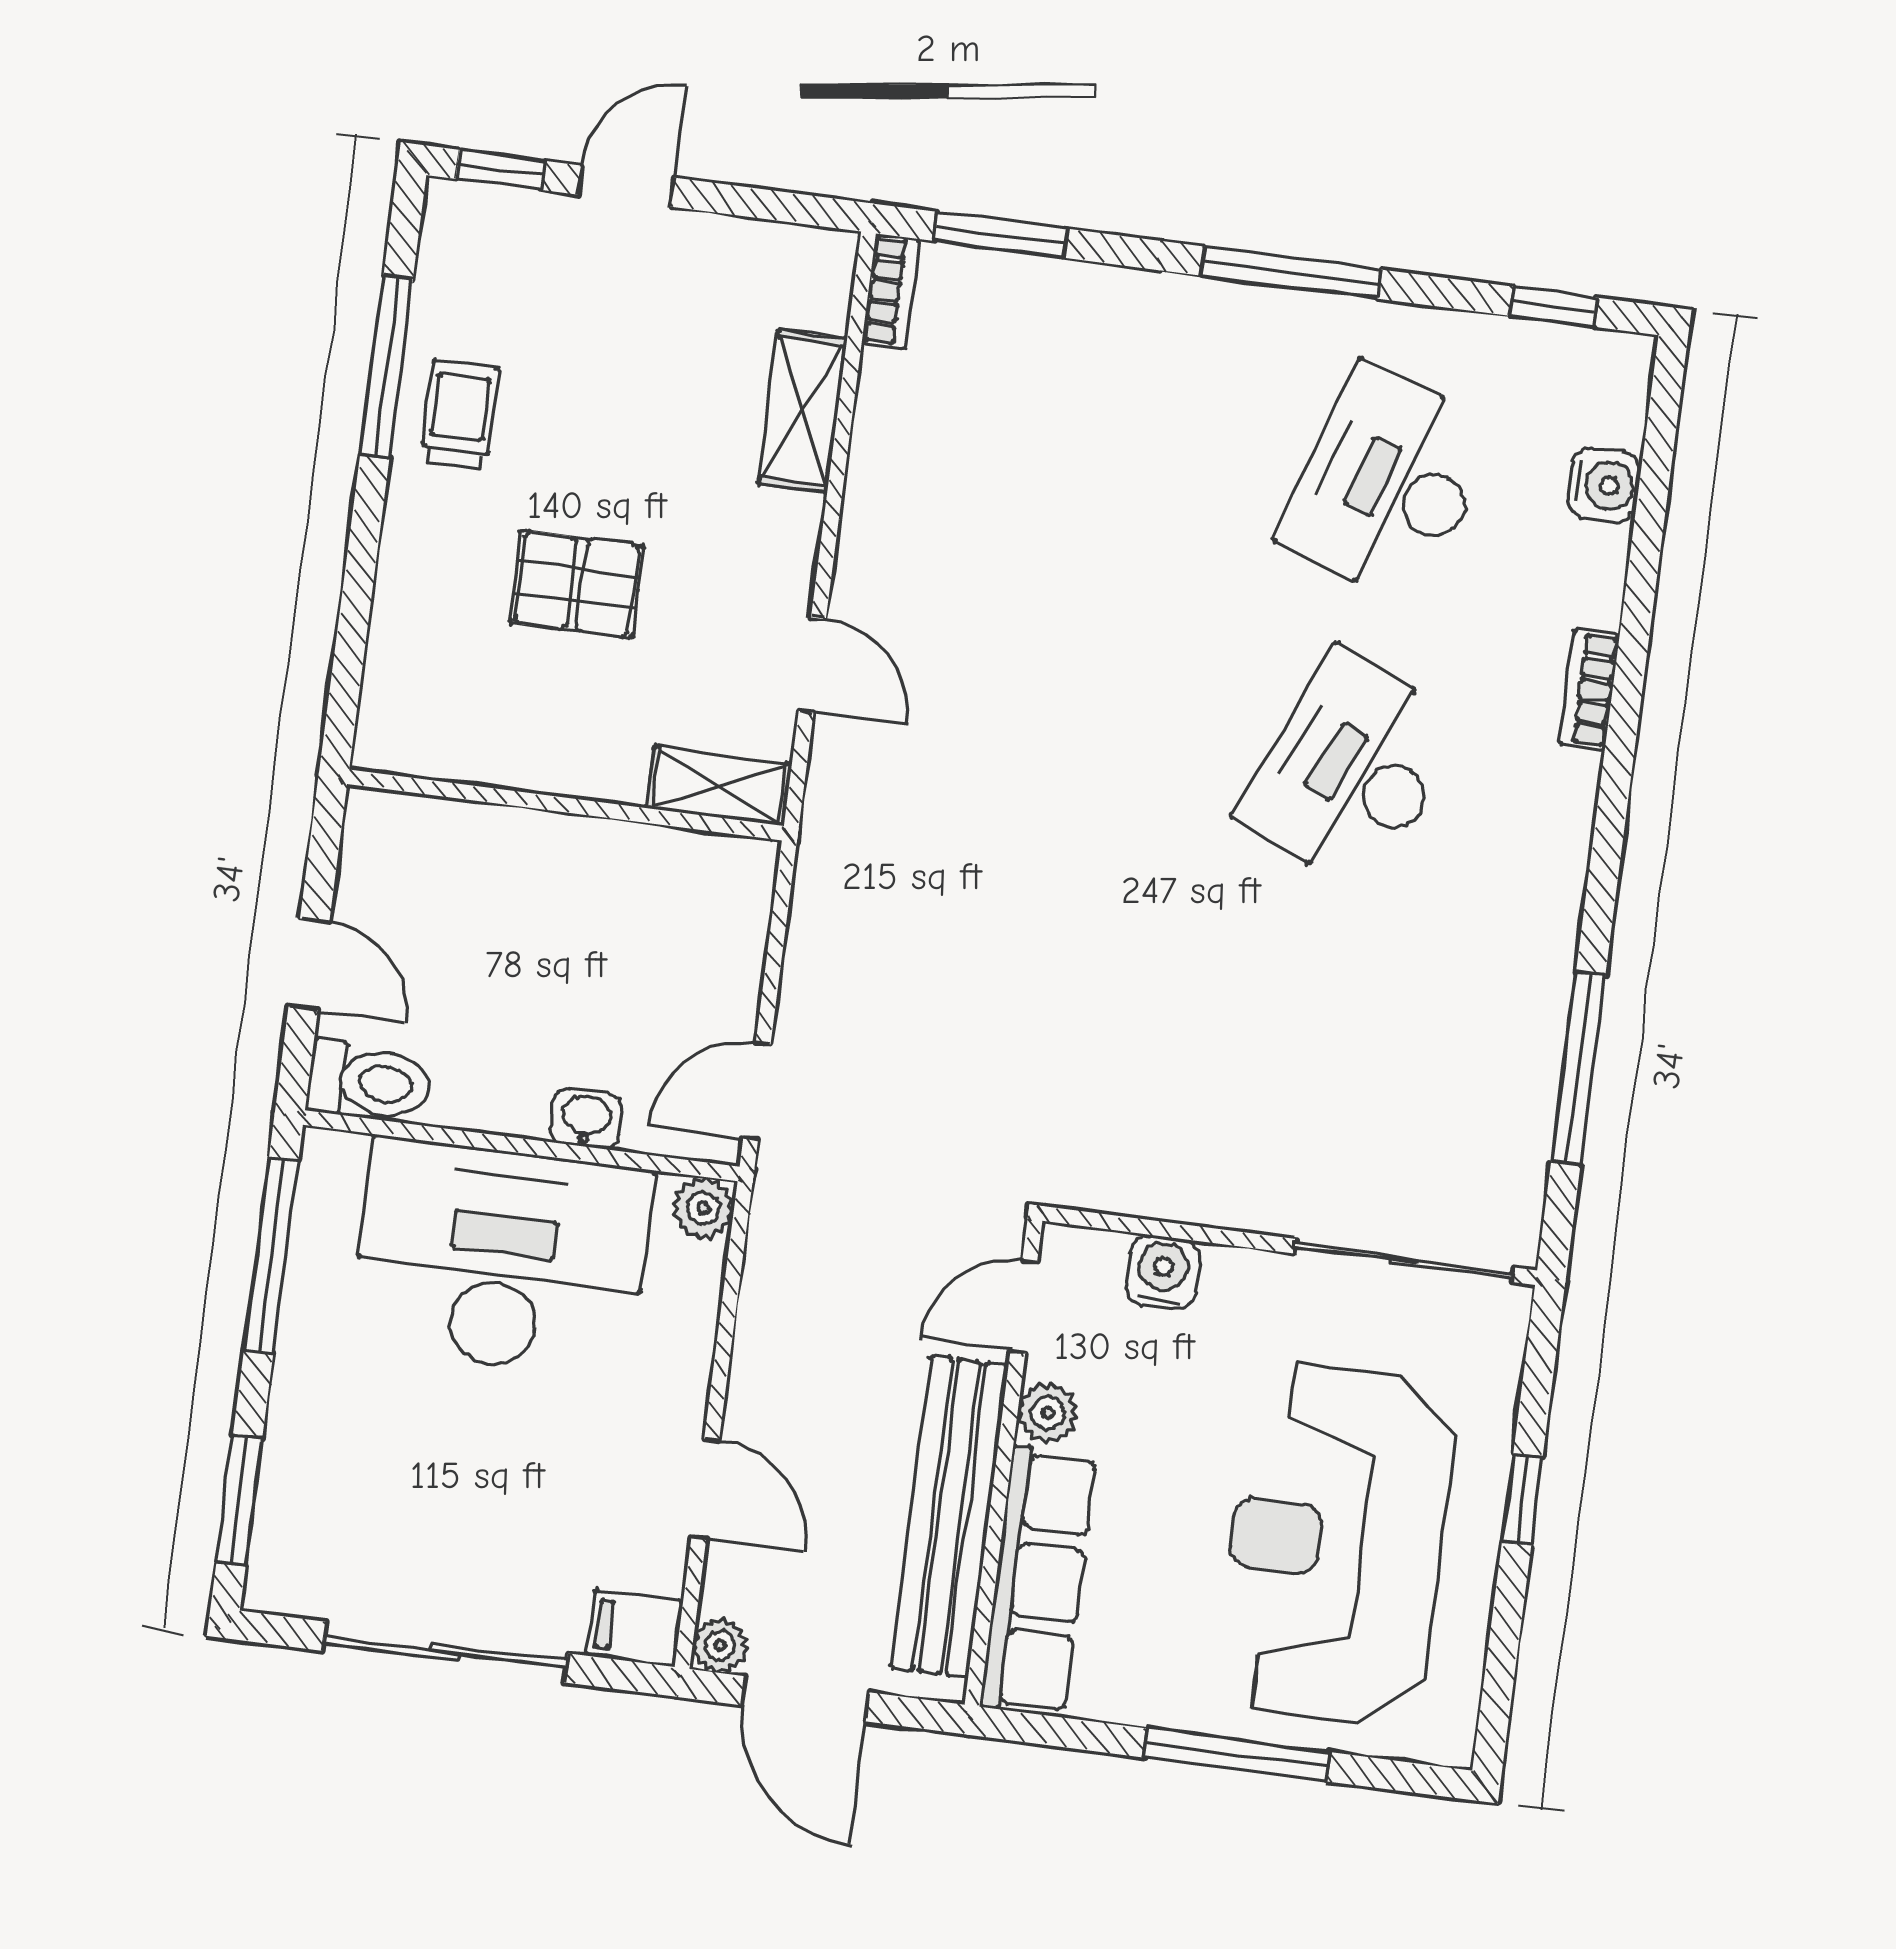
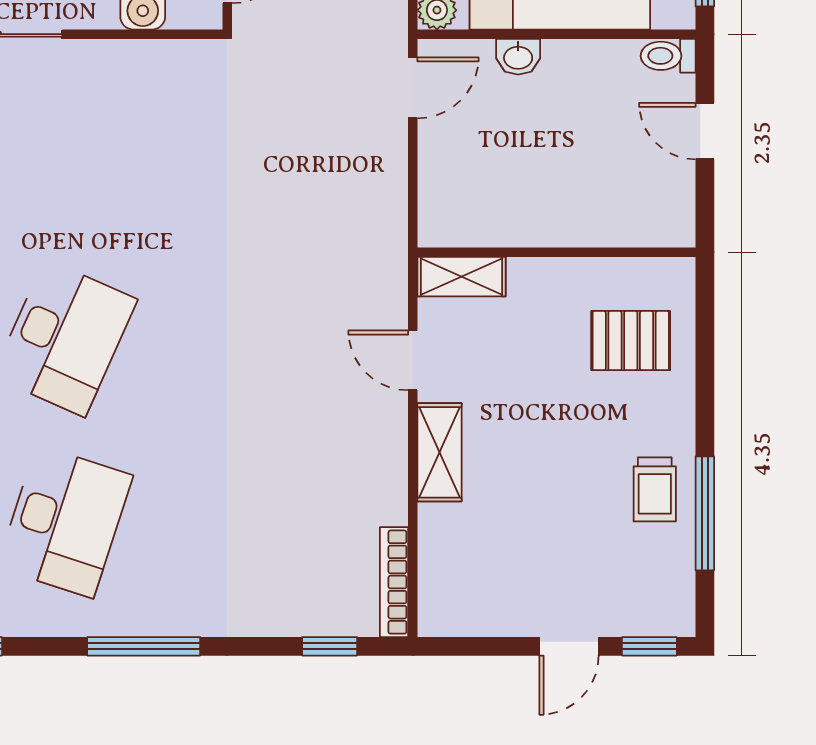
window: (1000, 235) -> (330, 646), width x0.67
bookcase: (891, 291) -> (394, 582), width x1.56
shelving: (803, 411) -> (440, 452), moved
pallet: (577, 584) -> (631, 341), moved
toilet: (369, 1082) -> (668, 56), width x0.73, depth x0.72

